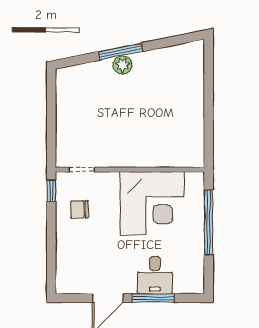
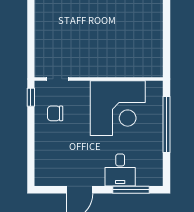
window: (153, 298) -> (131, 190), moved

